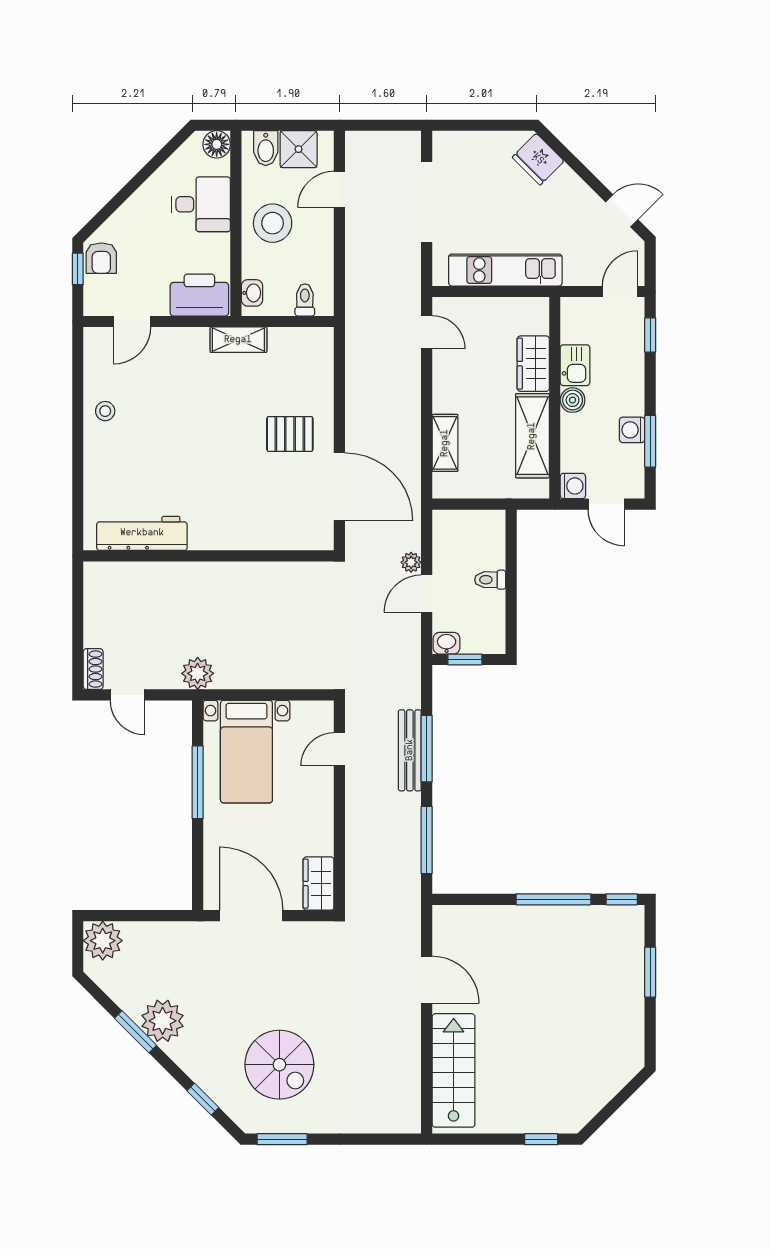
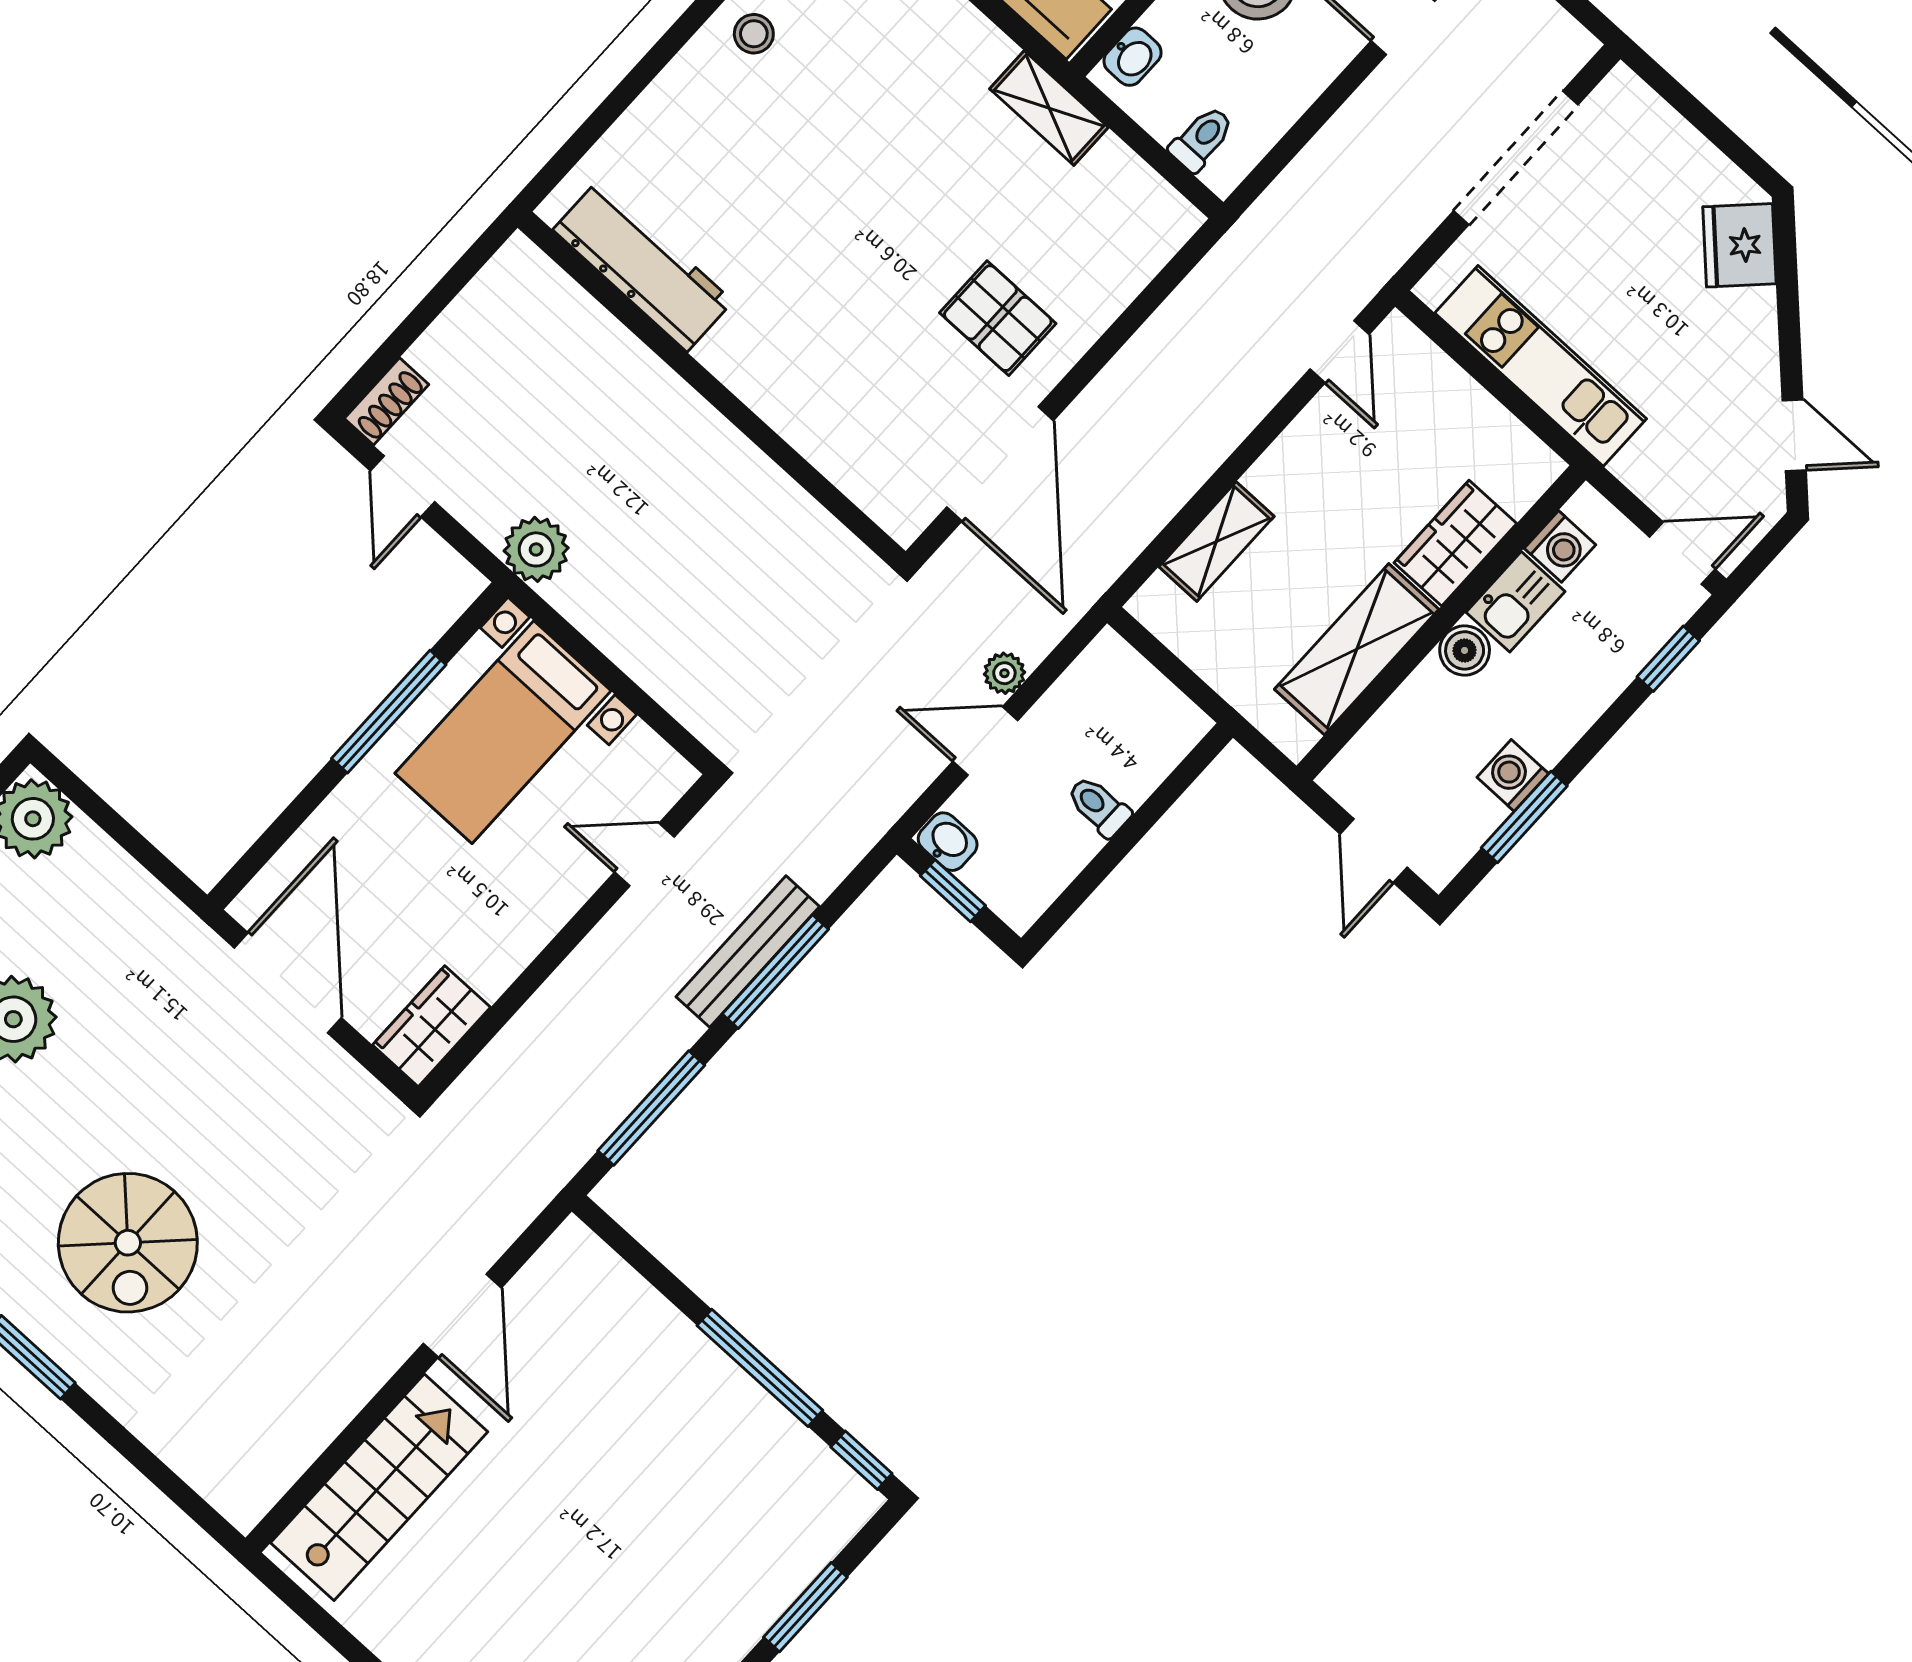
washing machine: (573, 486) -> (1560, 547), moved

